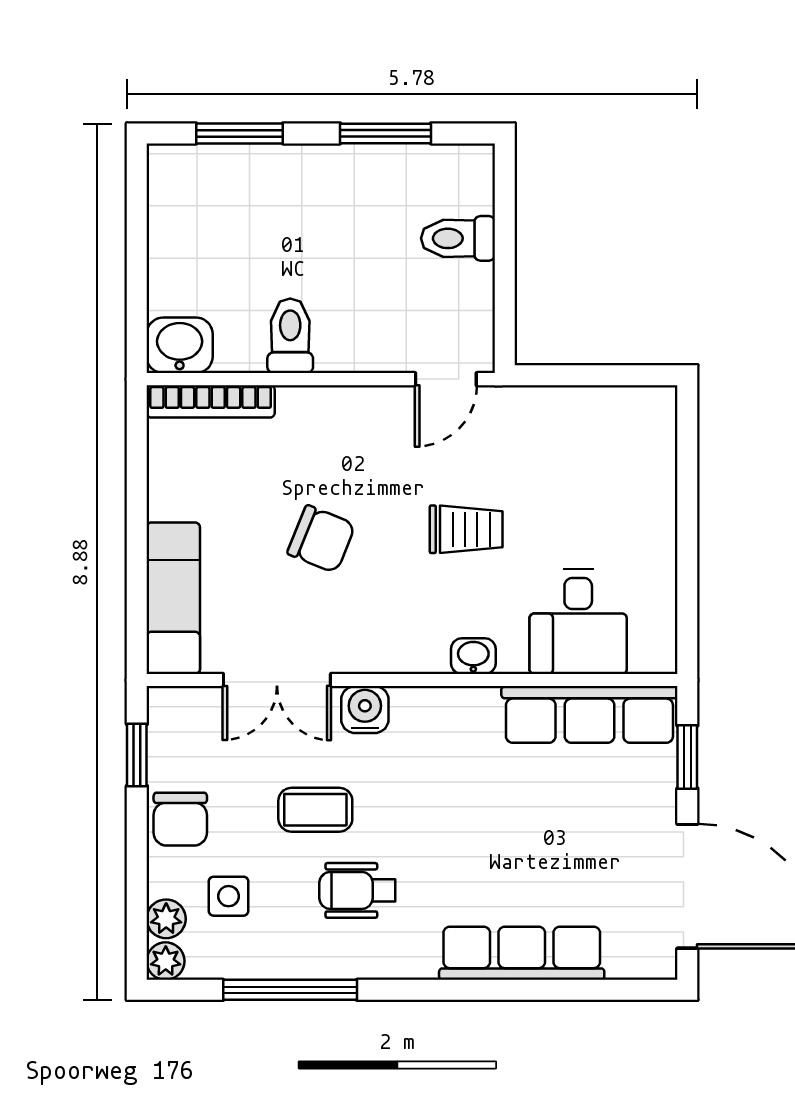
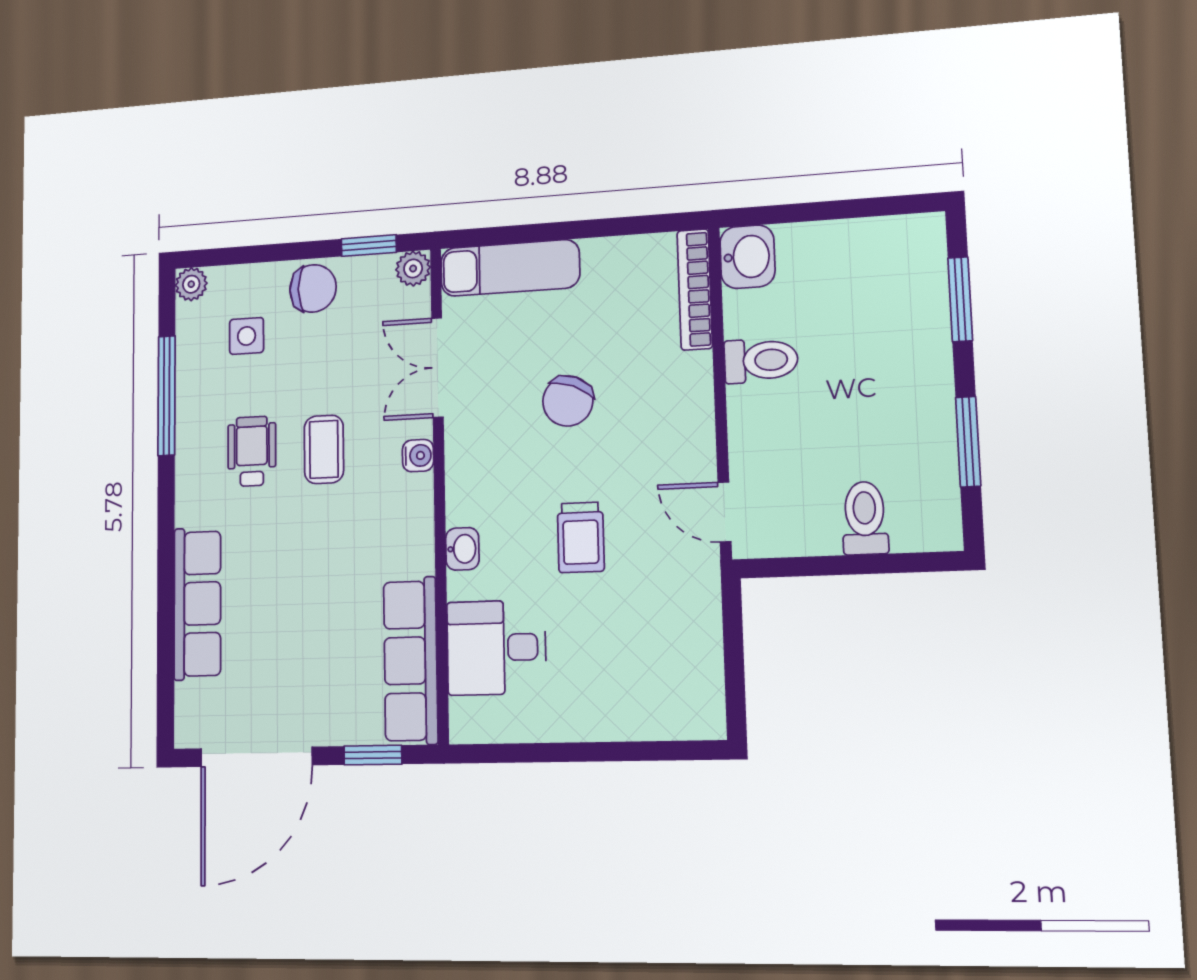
water cooler: (365, 710) -> (418, 456), width x0.72, depth x0.72
coffee table: (315, 810) -> (324, 449), moved
chair: (180, 819) -> (313, 288), turned 180
plant: (166, 919) -> (413, 269), moved

